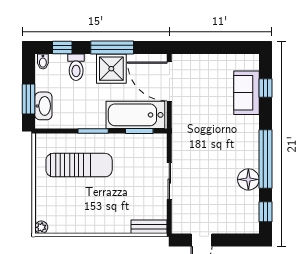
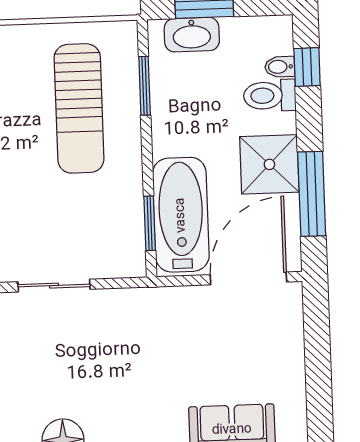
window: (112, 48) -> (312, 194), moved
bidet: (43, 62) -> (280, 67), moved
window: (93, 131) -> (145, 86), moved

